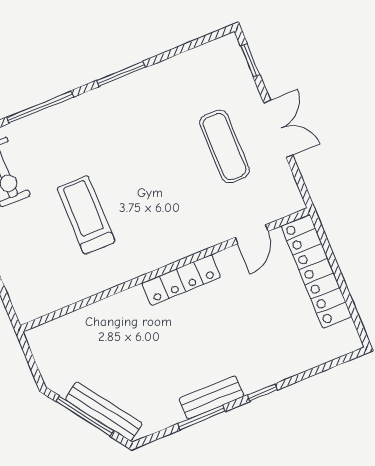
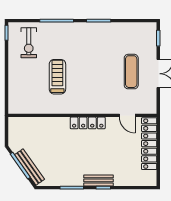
door: (251, 234) -> (127, 115), hinge flipped
bench: (211, 397) -> (98, 180), moved

